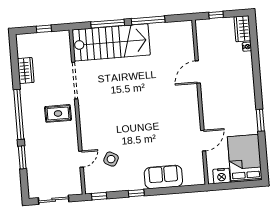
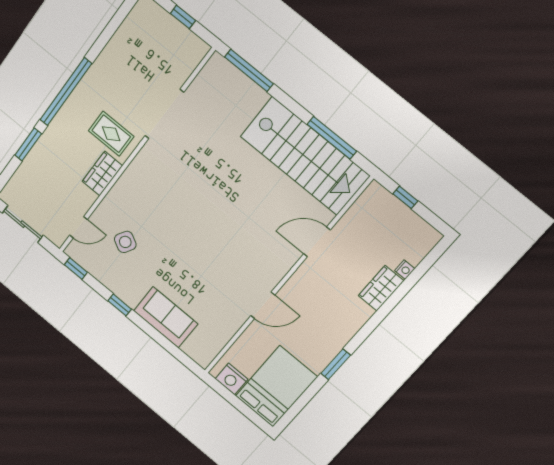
window: (148, 20) -> (332, 138), moved
window: (108, 24) -> (249, 70), moved
wardrobe: (242, 29) -> (381, 288), moved
stairs: (111, 42) -> (305, 156), moved
wardrobe: (26, 71) -> (102, 174), moved, turned 180
door: (203, 141) -> (263, 305), moved
door: (81, 159) -> (78, 227), moved

